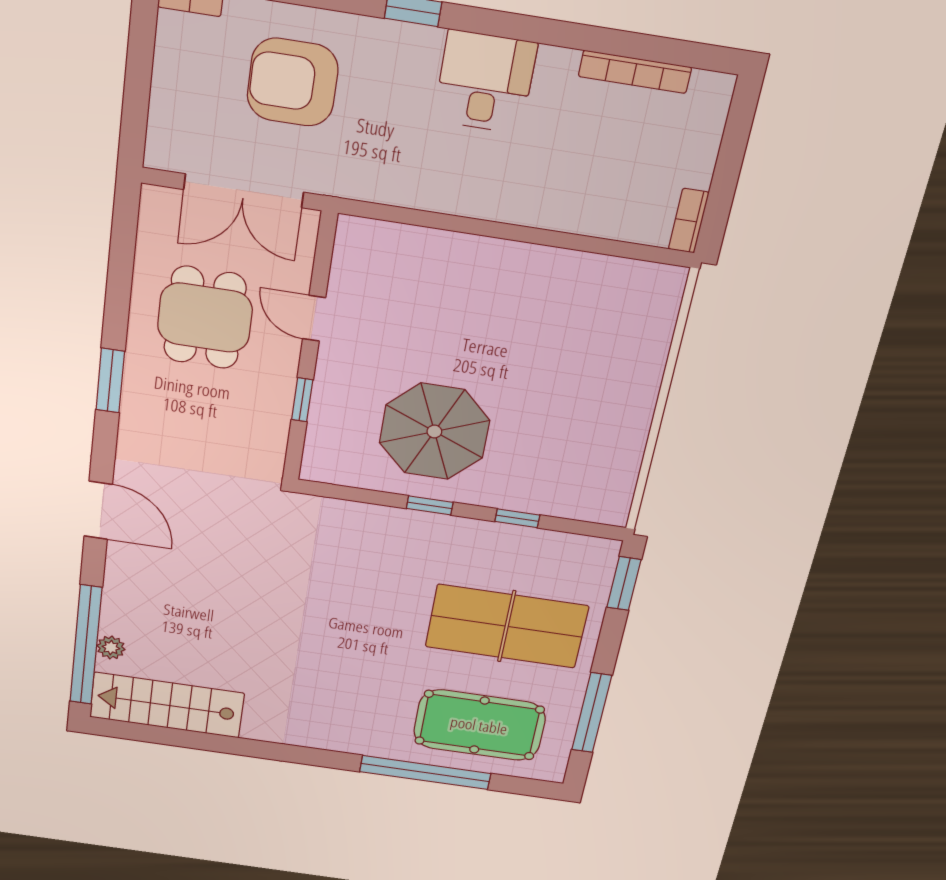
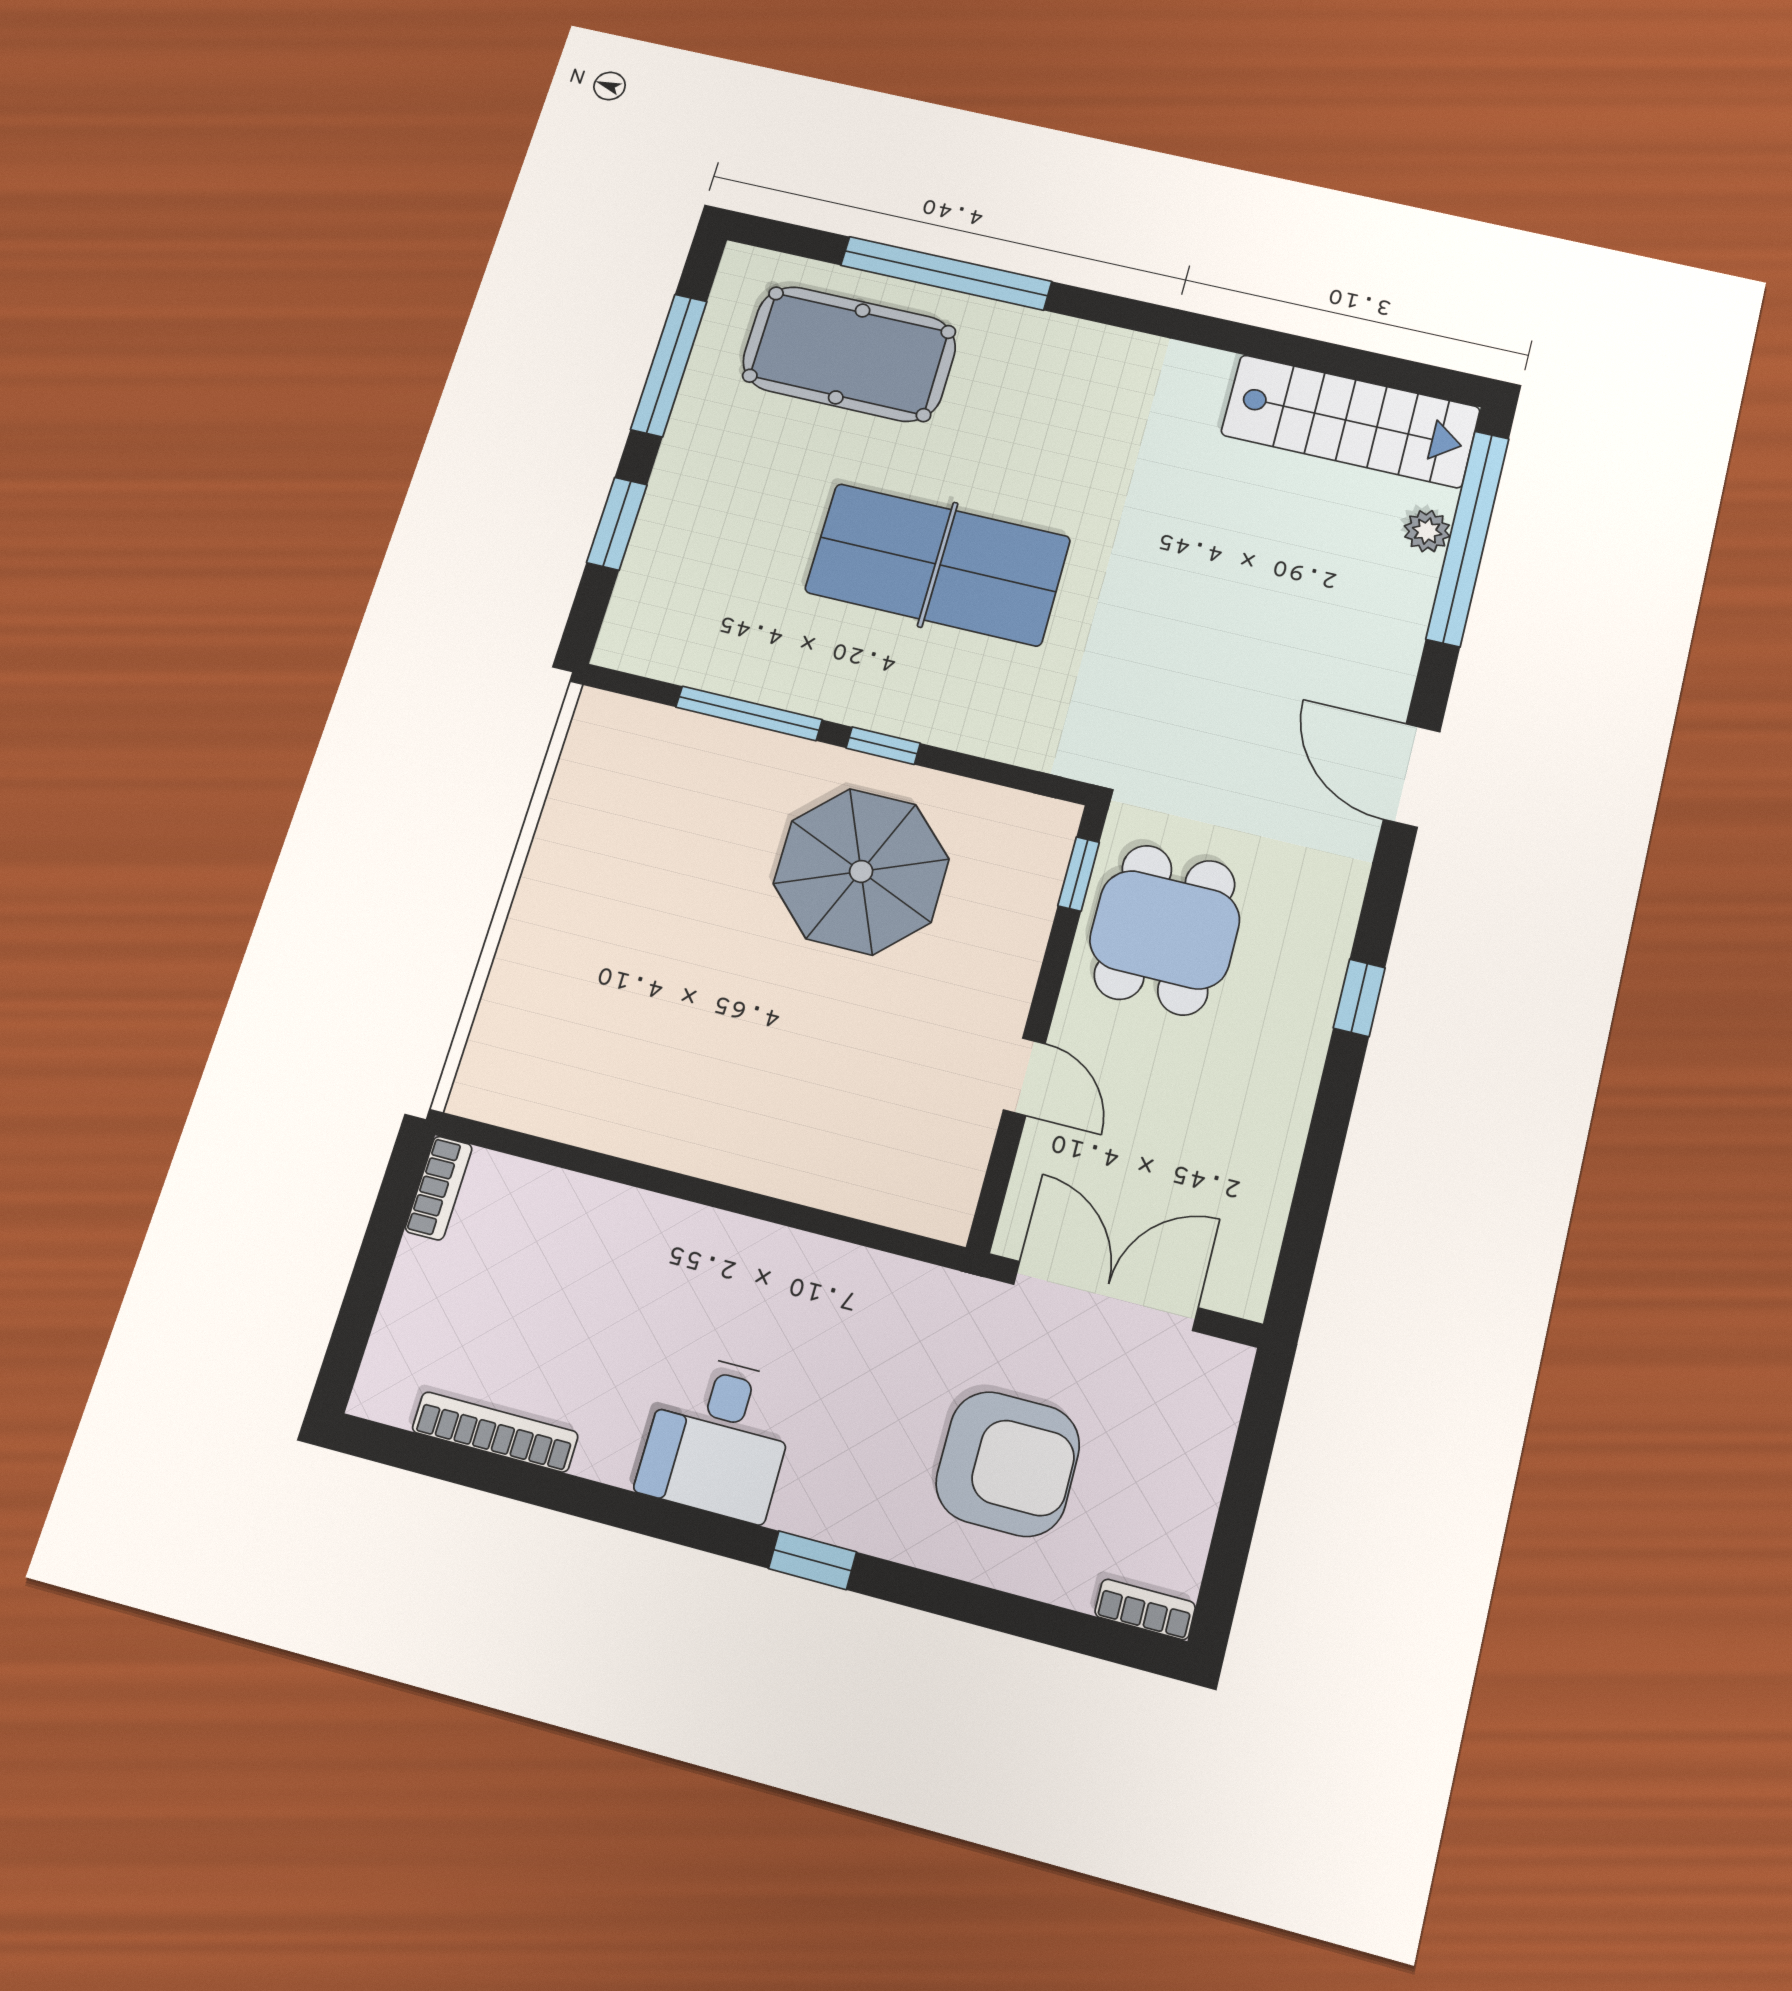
dining table: (205, 318) -> (1165, 930), moved
window: (110, 381) -> (1359, 998), width x0.67
window: (302, 400) -> (1079, 874), moved
window: (517, 518) -> (749, 713), width x2.17
window: (624, 583) -> (617, 524), moved
table tennis table: (507, 626) -> (938, 564), moved

